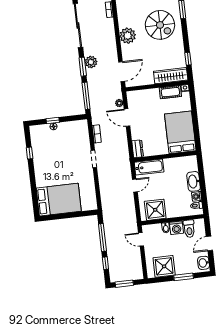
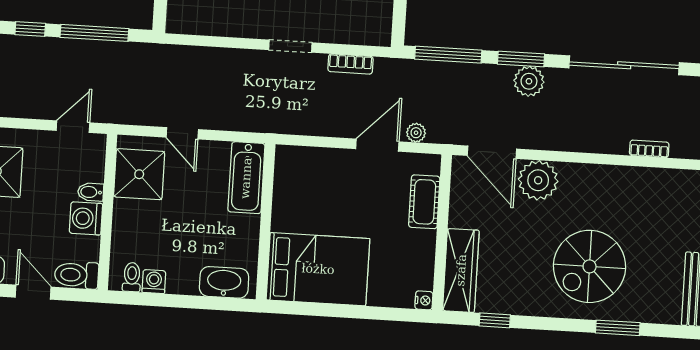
plant: (128, 36) -> (538, 180), moved
cot: (170, 92) -> (424, 202), moved
dresser: (138, 149) -> (296, 158), removed
washbasin: (194, 181) -> (224, 282), moved
door: (135, 185) -> (182, 133), moved
toilet: (189, 229) -> (76, 275), moved

